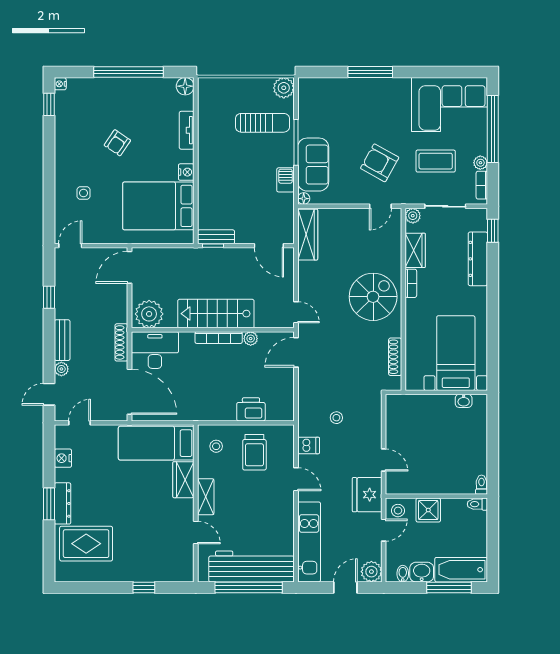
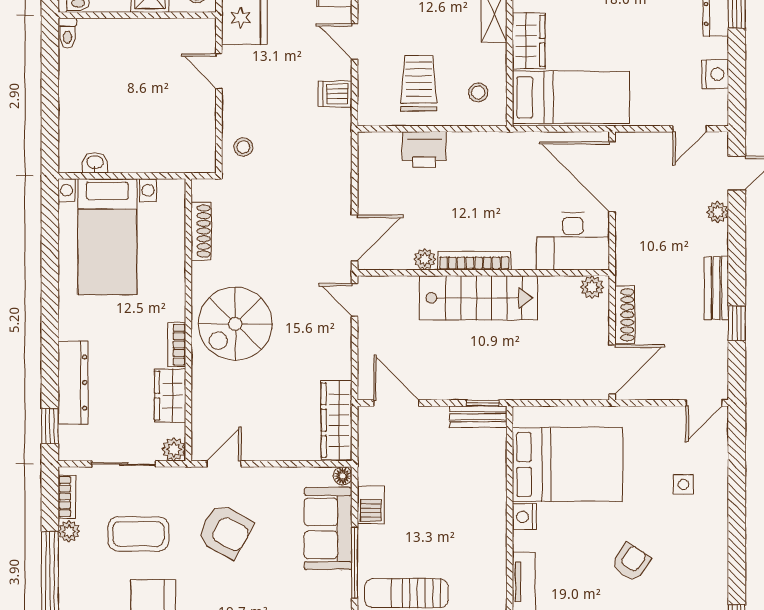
plant: (149, 314) -> (592, 287), width x0.53, depth x0.53
bench: (62, 340) -> (716, 288), moved
shoe rack: (121, 342) -> (625, 315), moved
stool: (336, 418) -> (243, 147), moved

